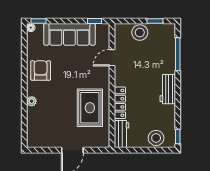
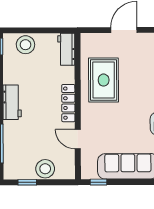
door: (112, 58) -> (78, 139), swing flipped
locker: (120, 103) -> (68, 103), moved

